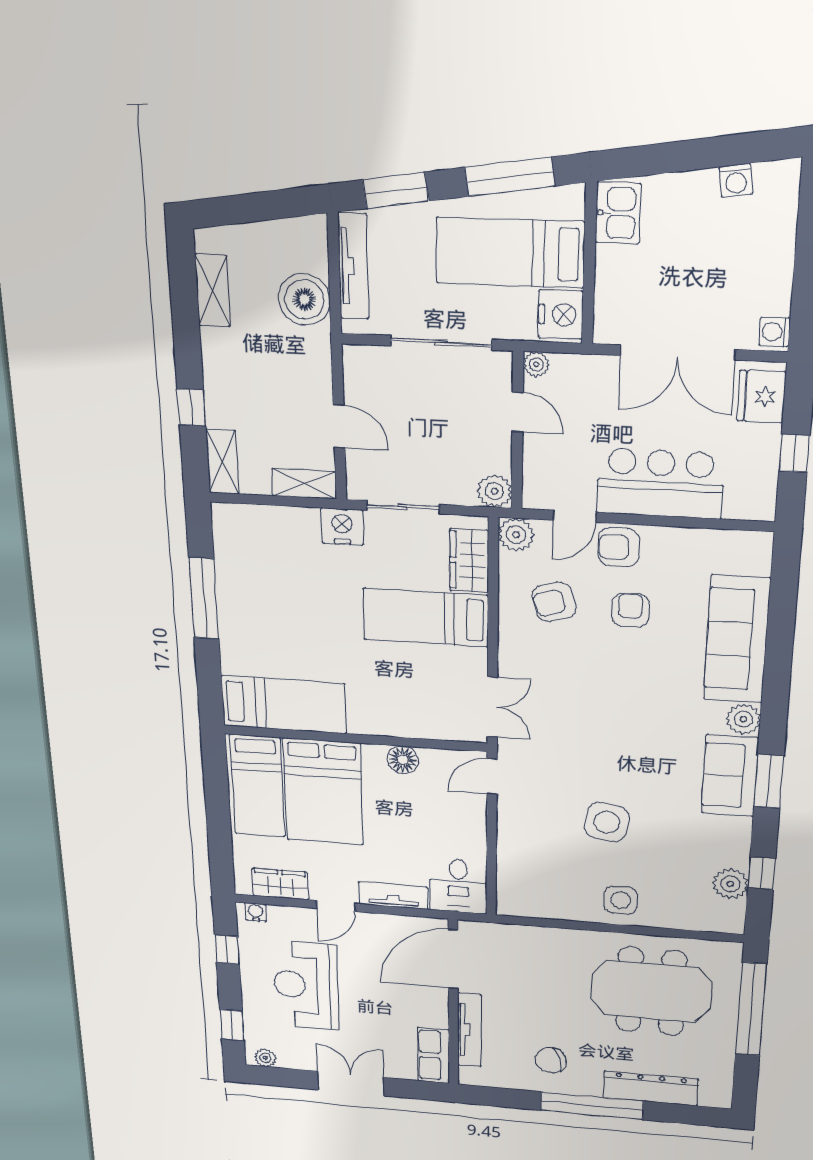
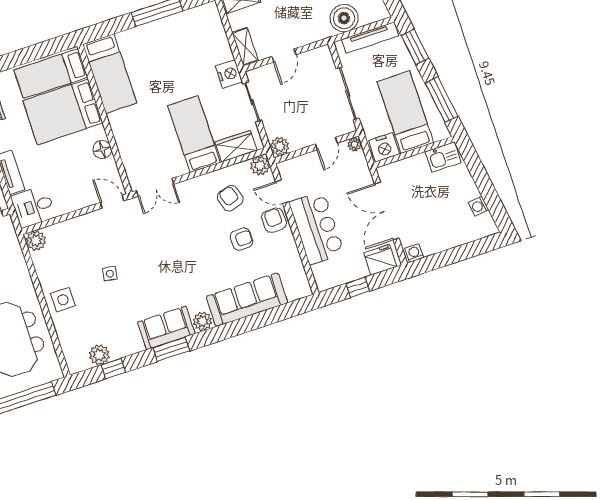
side table: (607, 822) -> (110, 274), width x0.54, depth x0.54
plant: (513, 902) -> (36, 241), added

